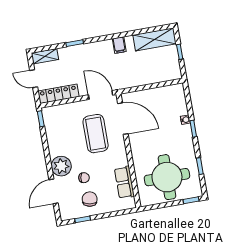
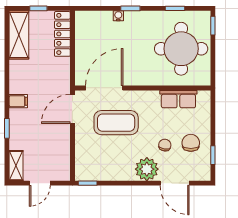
filing cabinet: (119, 45) -> (18, 101), moved
locker: (58, 94) -> (62, 34), moved
chair: (90, 199) -> (191, 143), turned 79

